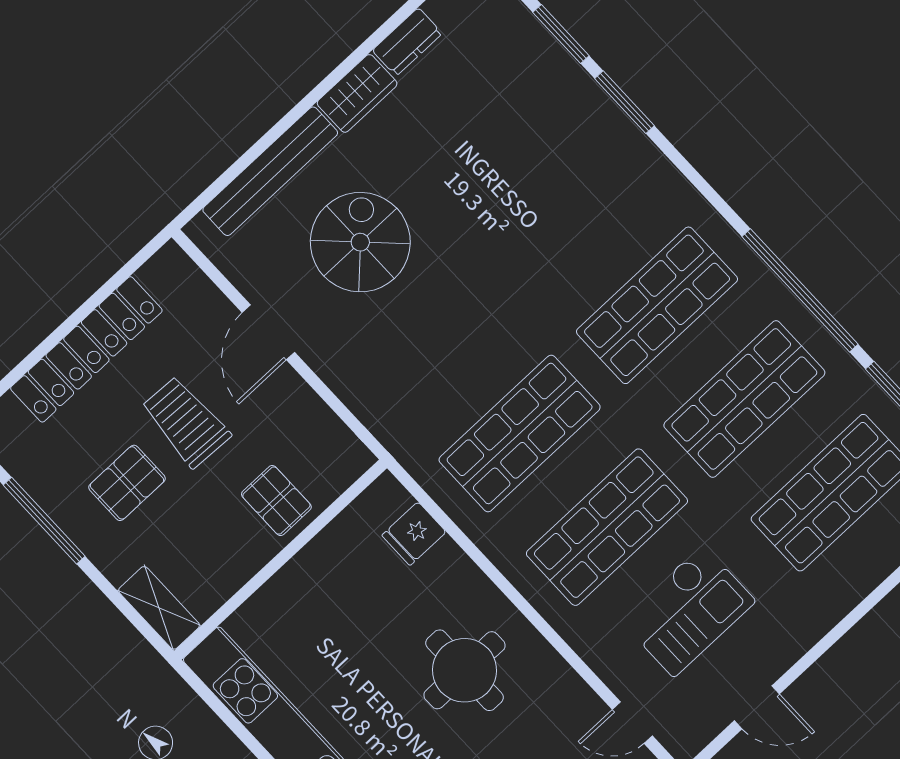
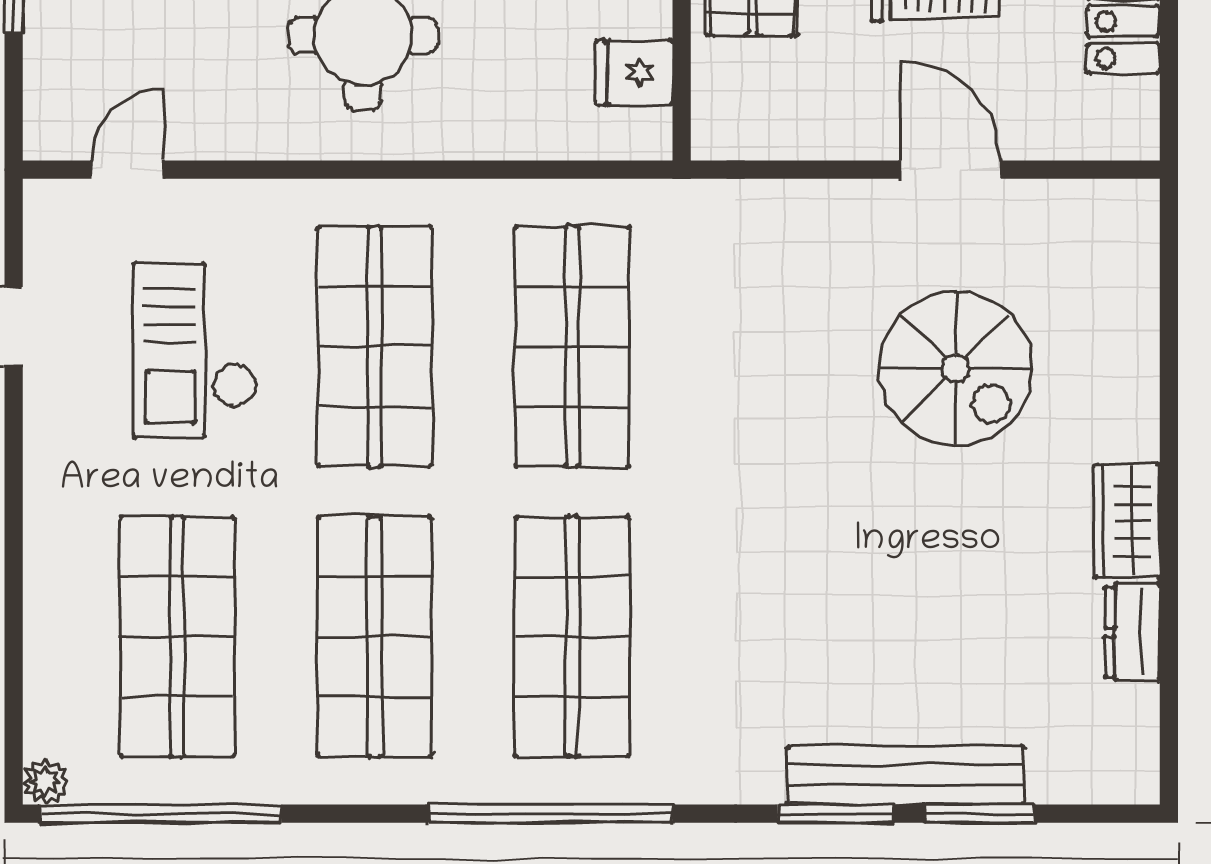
bench: (270, 171) -> (906, 775), moved, turned 90
window: (800, 290) -> (550, 814), moved
fridge: (414, 534) -> (634, 73), moved, turned -90

